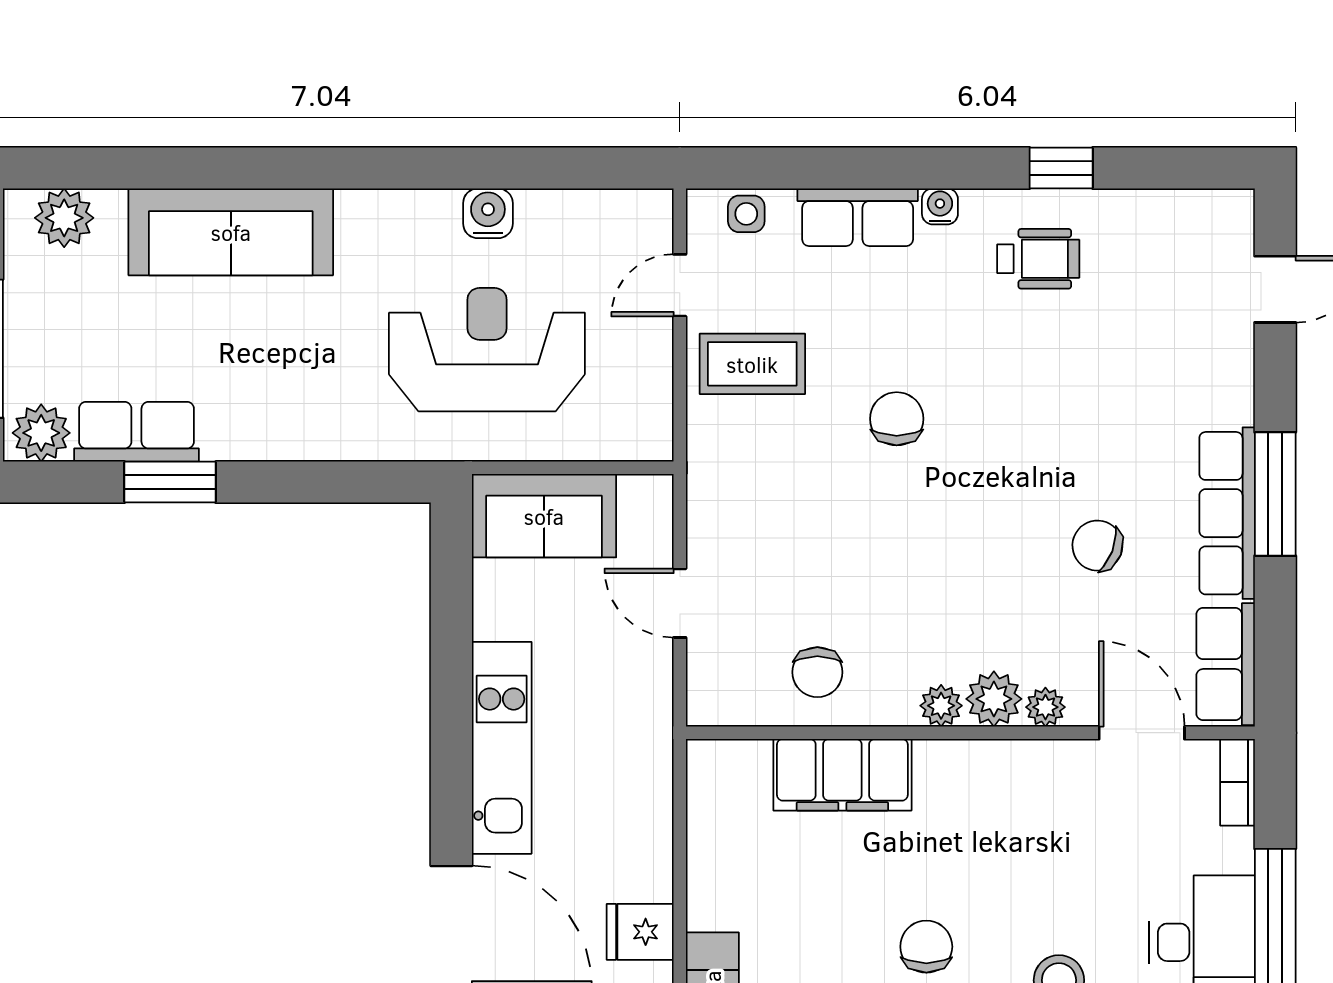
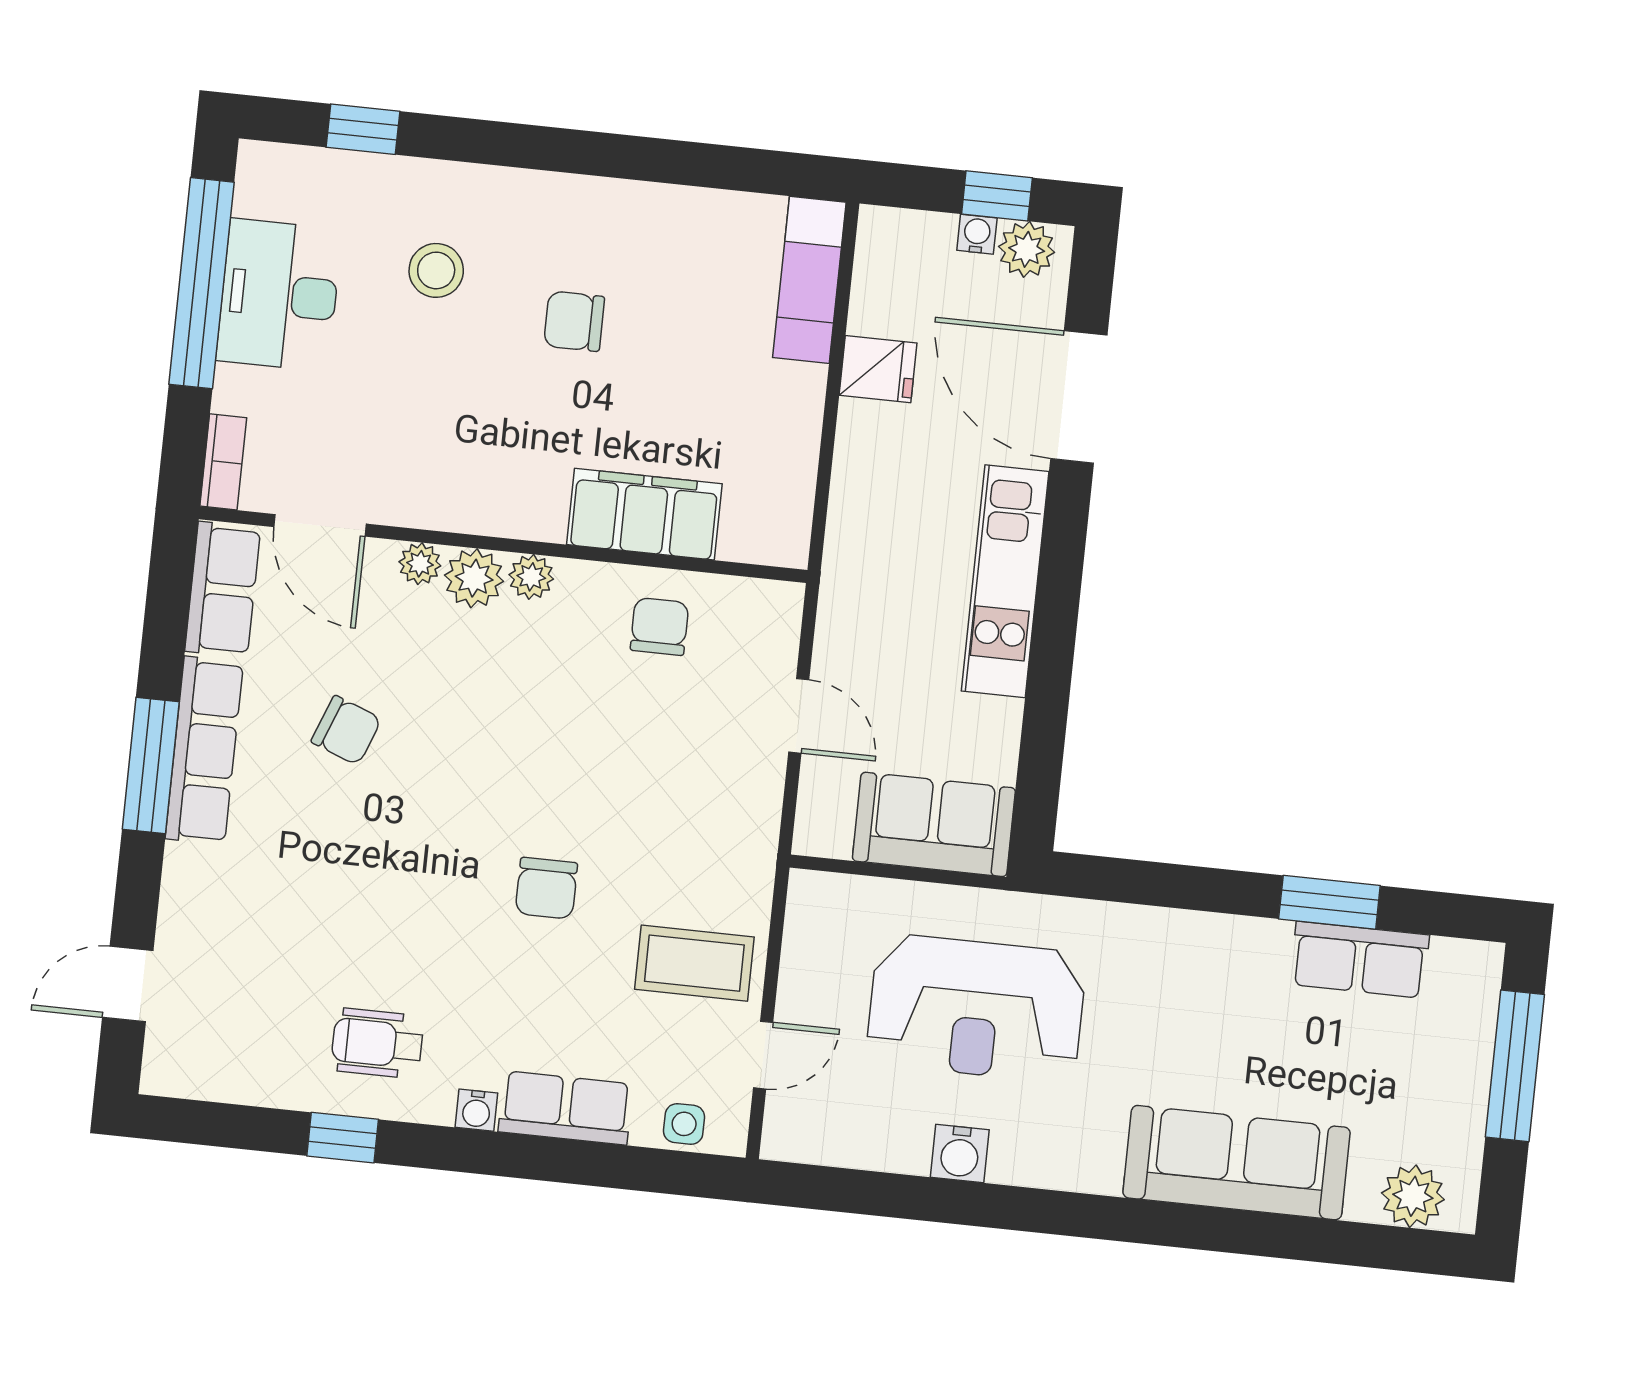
plant: (41, 433) -> (1462, 969), removed
chair: (926, 947) -> (574, 321), turned 90

